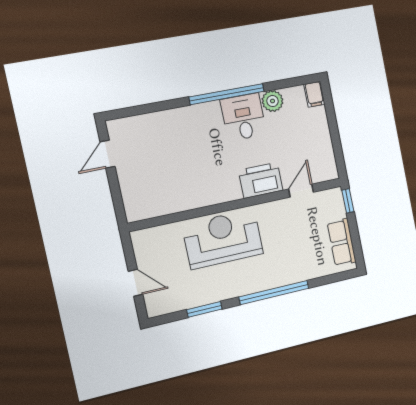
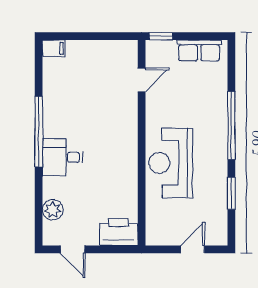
plant: (273, 101) -> (53, 210), moved
desk: (243, 117) -> (63, 157), moved
printer: (261, 180) -> (119, 232), moved, turned 90
door: (301, 191) -> (142, 80), swing flipped

